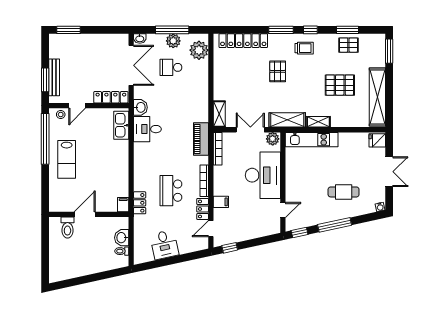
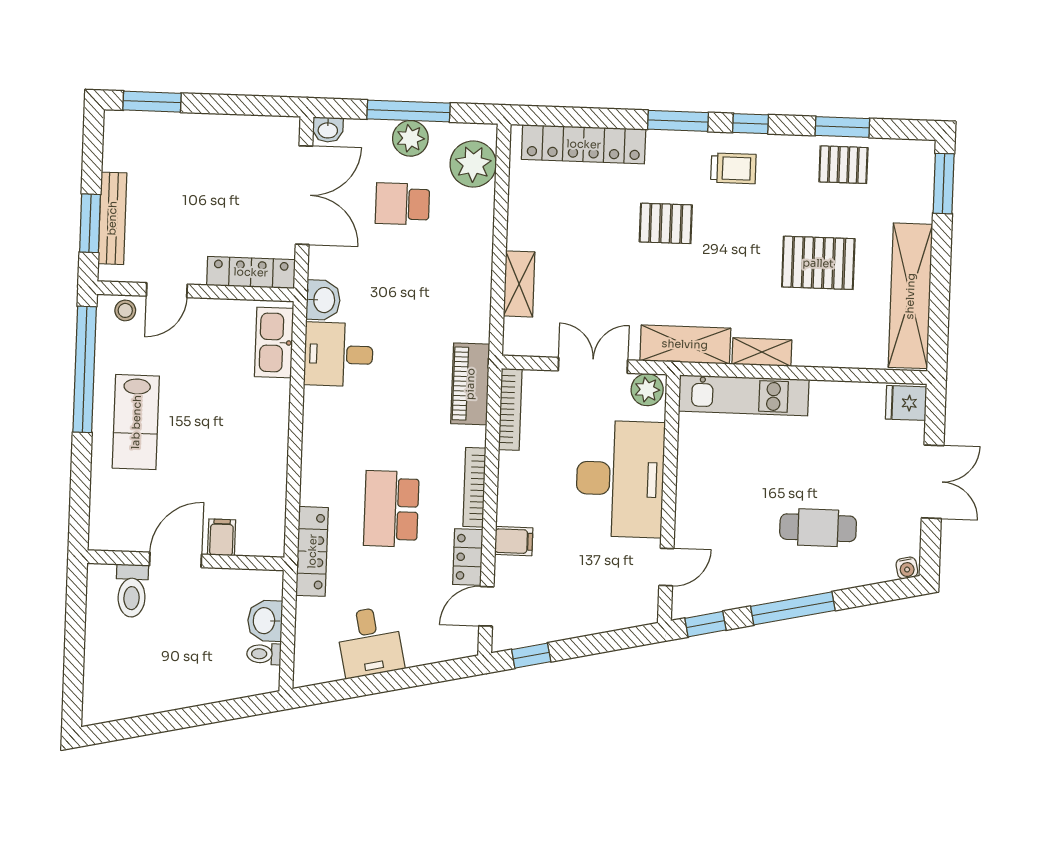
pallet: (278, 71) -> (666, 223), turned 90
shelving: (219, 114) -> (519, 284), moved
locker: (140, 203) -> (312, 551), width x1.53
filing cabinet: (123, 205) -> (222, 537), moved

